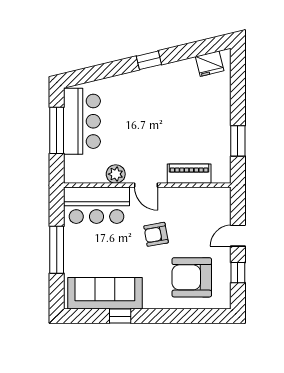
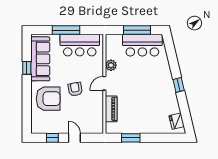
bar counter: (96, 205) -> (80, 45), moved, turned -90
armchair: (192, 277) -> (48, 99), moved, turned 90

